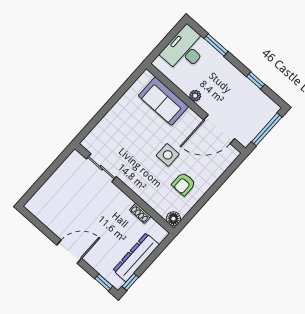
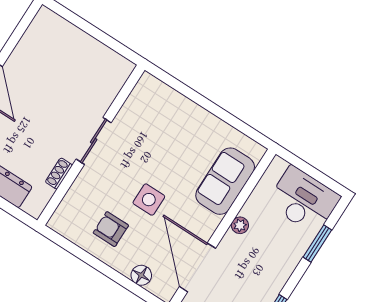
sliding door: (101, 168) -> (94, 141), moved
floor lamp: (173, 219) -> (141, 275), moved

